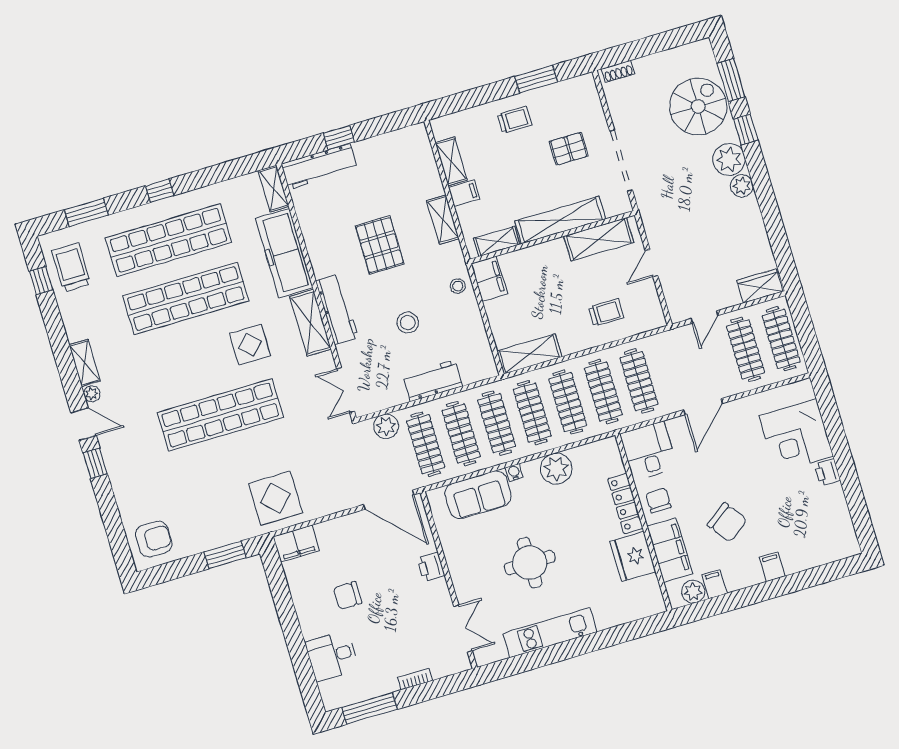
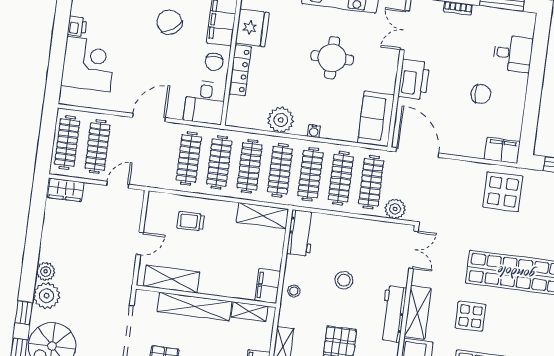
workbench: (433, 381) -> (301, 233), moved, turned -90
sofa: (478, 495) -> (376, 119), moved, turned -90
printer: (431, 567) -> (414, 79), width x1.87, depth x1.48

